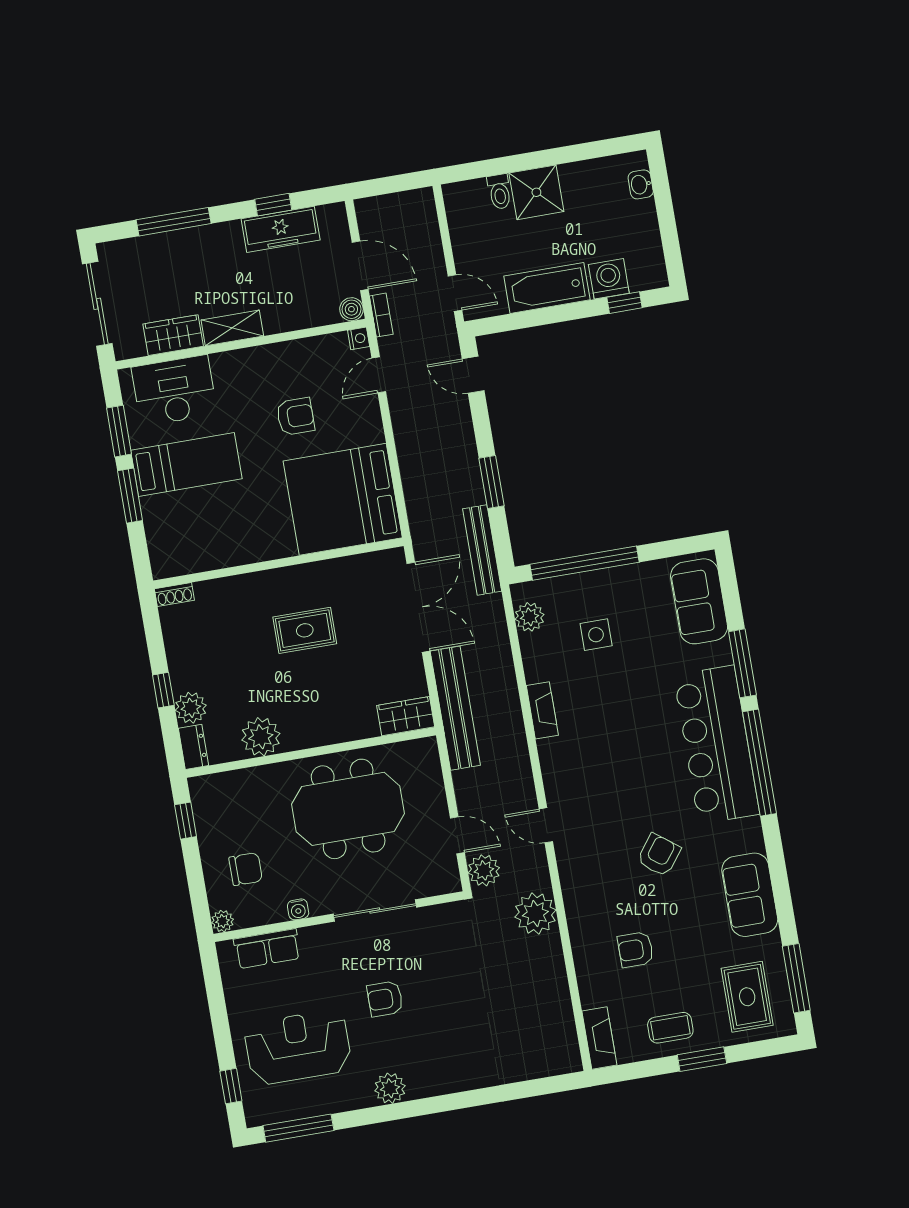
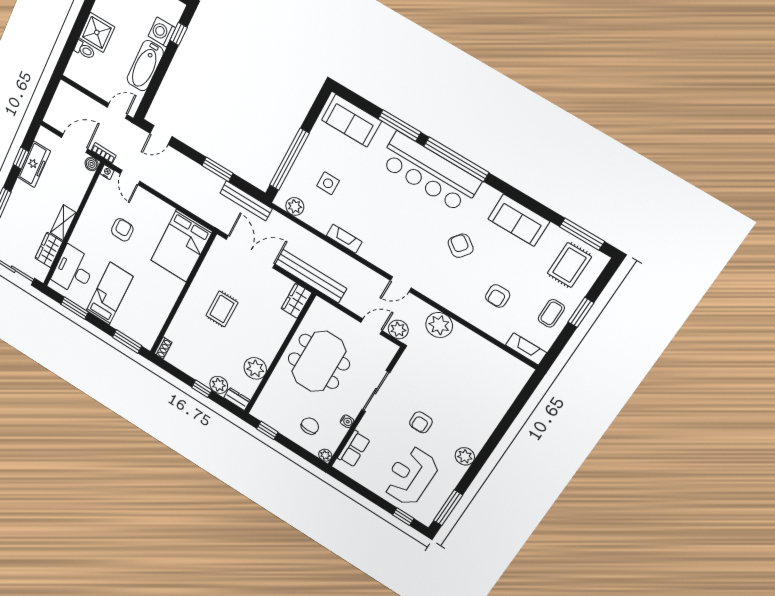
window: (130, 496) -> (127, 341), moved
bed: (343, 499) -> (181, 246), width x0.73
rug: (747, 997) -> (569, 265), turned 90

